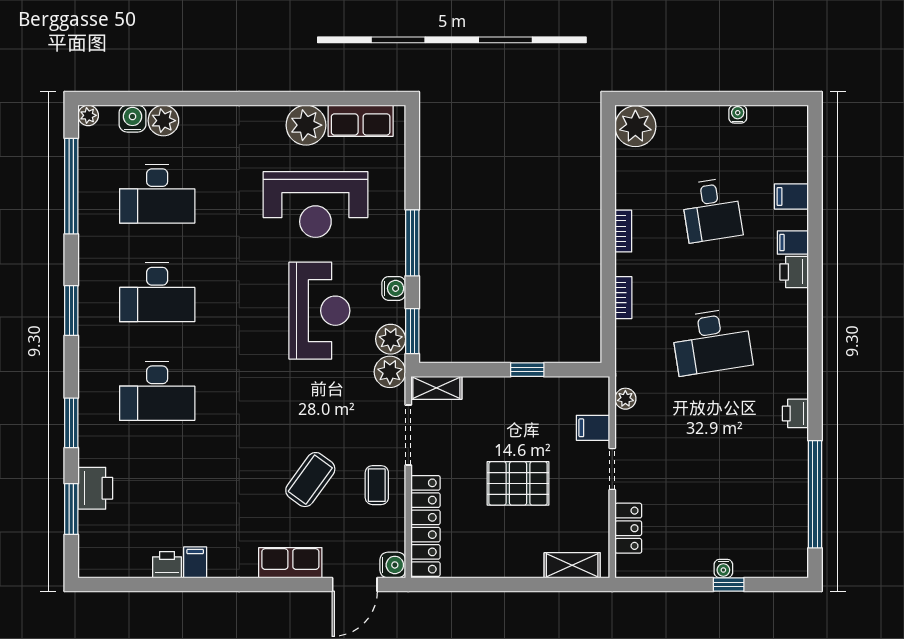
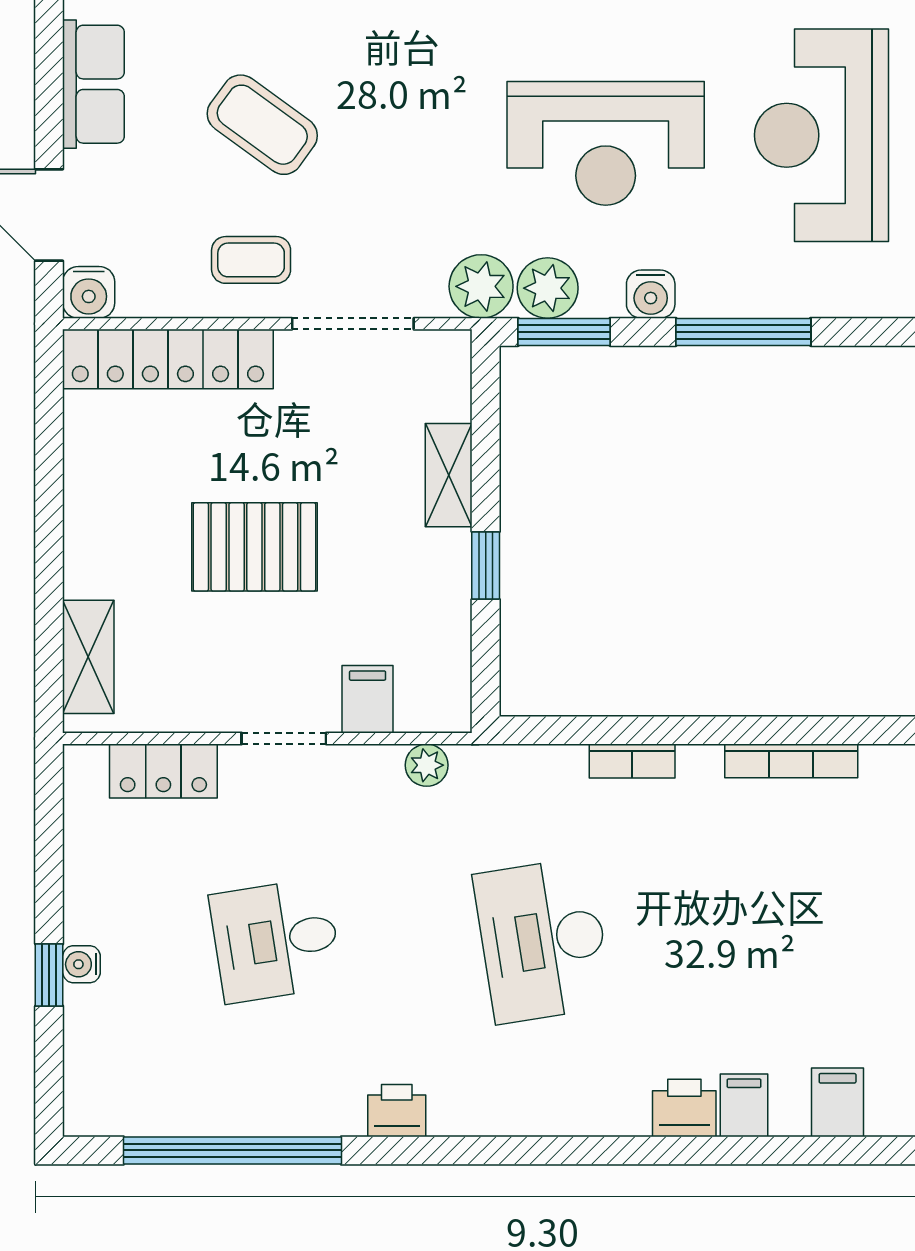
desk: (712, 210) -> (276, 940), moved
bookcase: (623, 231) -> (791, 761), width x1.56
shelving: (436, 388) -> (449, 475), moved
pallet: (518, 483) -> (254, 547), turned 90

